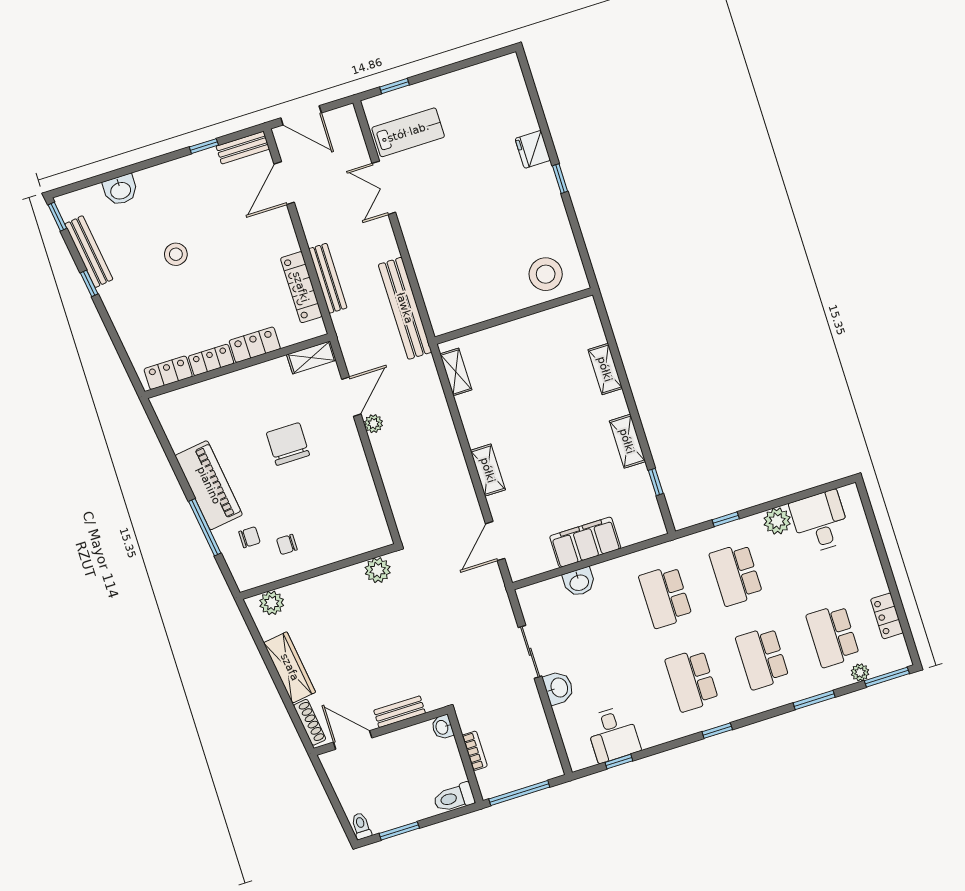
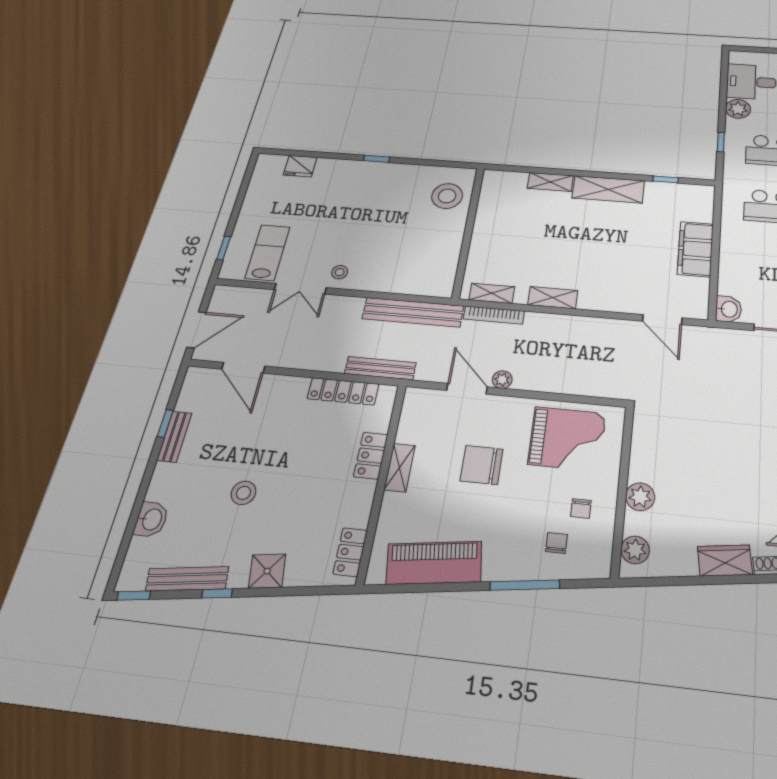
bench: (243, 148) -> (174, 437), moved
fridge: (533, 149) -> (300, 166), moved
stool: (417, 215) -> (340, 272), added
bench: (328, 278) -> (380, 368), moved
shower: (124, 313) -> (267, 571), added
shelving: (311, 357) -> (400, 468), moved
locker: (211, 360) -> (362, 504), removed
bookcase: (434, 385) -> (494, 315), added
shelving: (627, 441) -> (608, 189), width x1.50, depth x1.33
shelving: (488, 470) -> (553, 298), moved
piano: (209, 485) -> (434, 563), moved
grand piano: (343, 506) -> (567, 439), added
plant: (378, 570) -> (640, 497), moved
washbasin: (579, 582) -> (729, 309), moved
wardrobe: (290, 667) -> (725, 561), width x0.67

